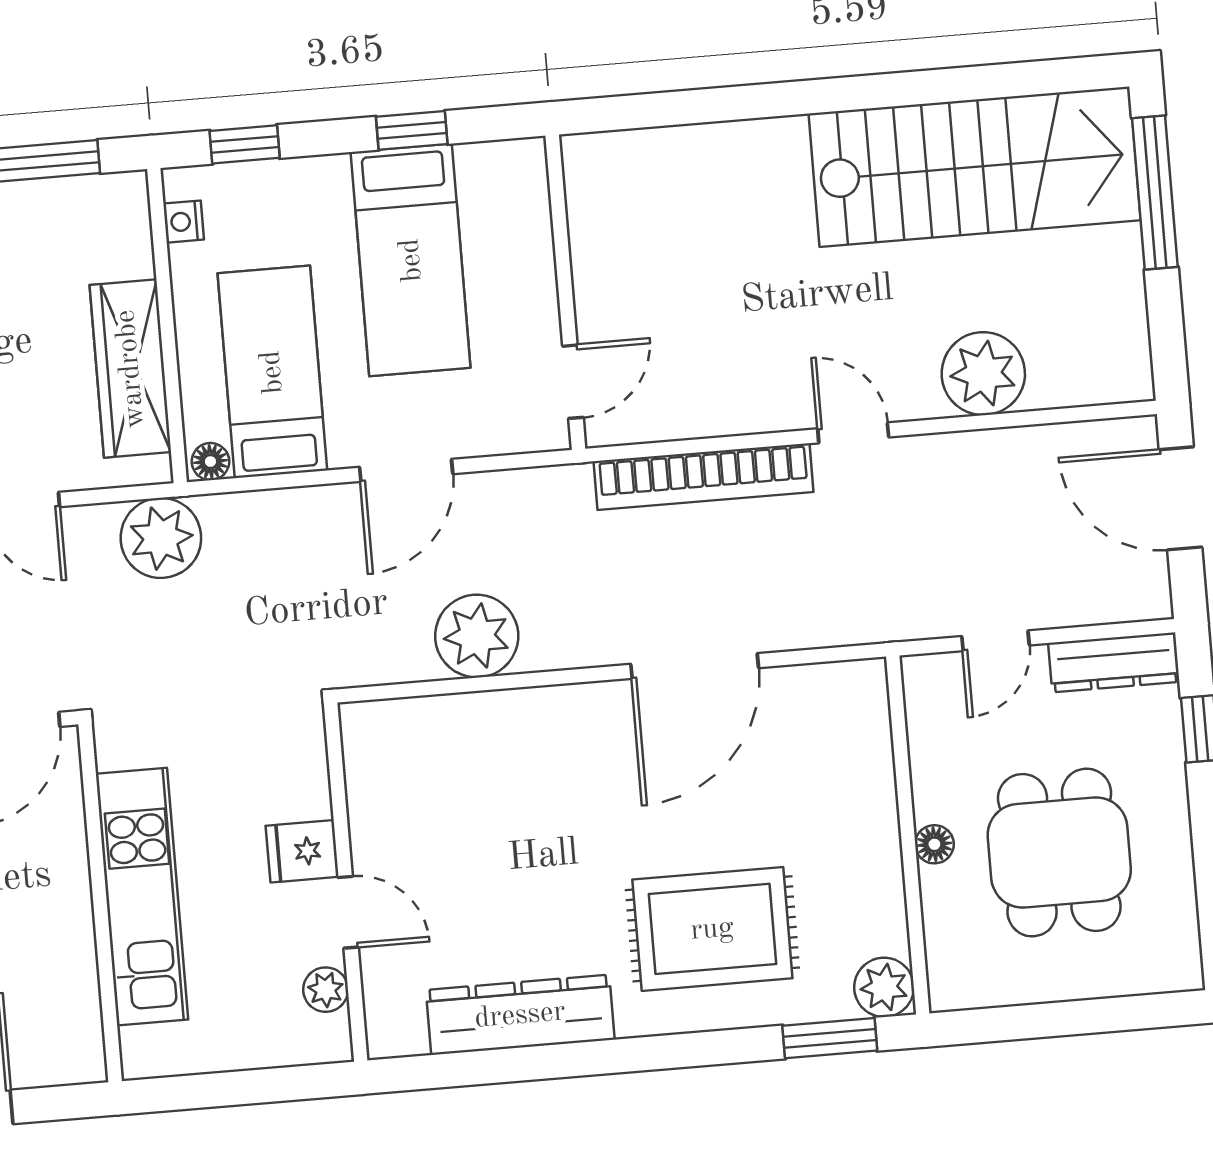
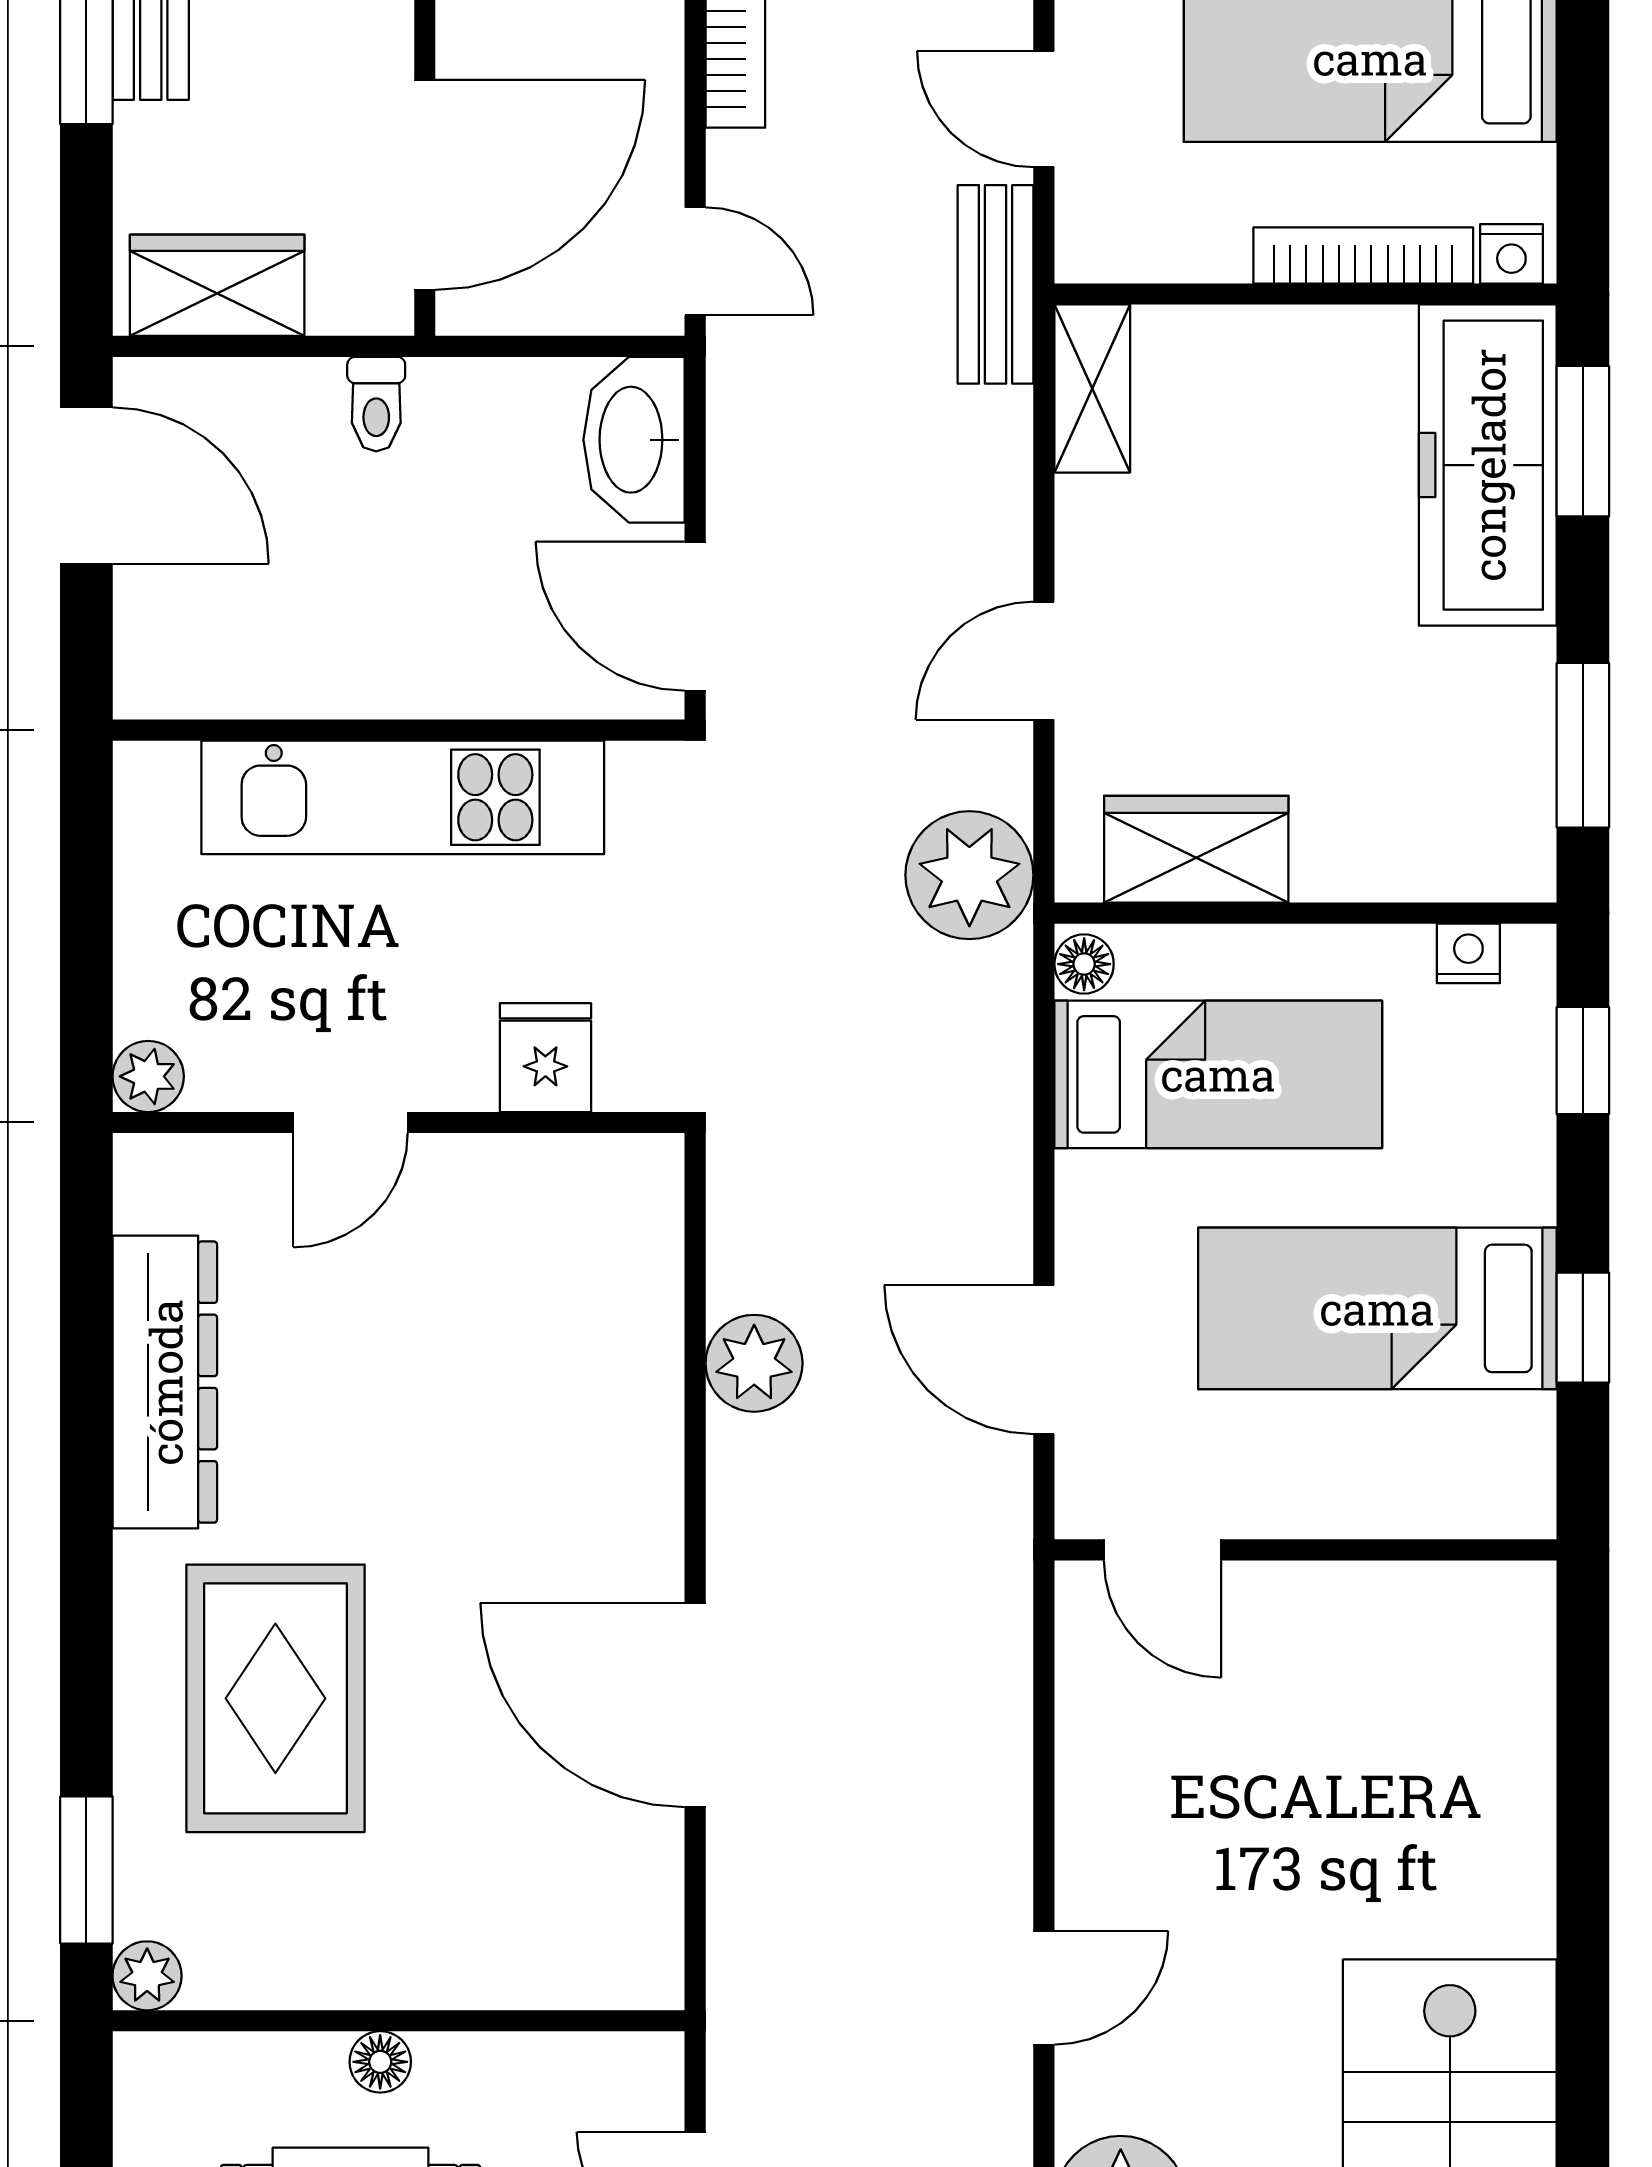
wardrobe: (130, 369) -> (1196, 849), width x0.67
door: (406, 470) -> (1044, 1360), moved
bookcase: (703, 477) -> (994, 1744), removed
plant: (477, 636) -> (754, 1363), width x0.73, depth x0.73
fridge: (302, 851) -> (545, 1058), moved
plant: (884, 987) -> (147, 1976), width x0.73, depth x0.73
plant: (326, 990) -> (148, 1076), moved

